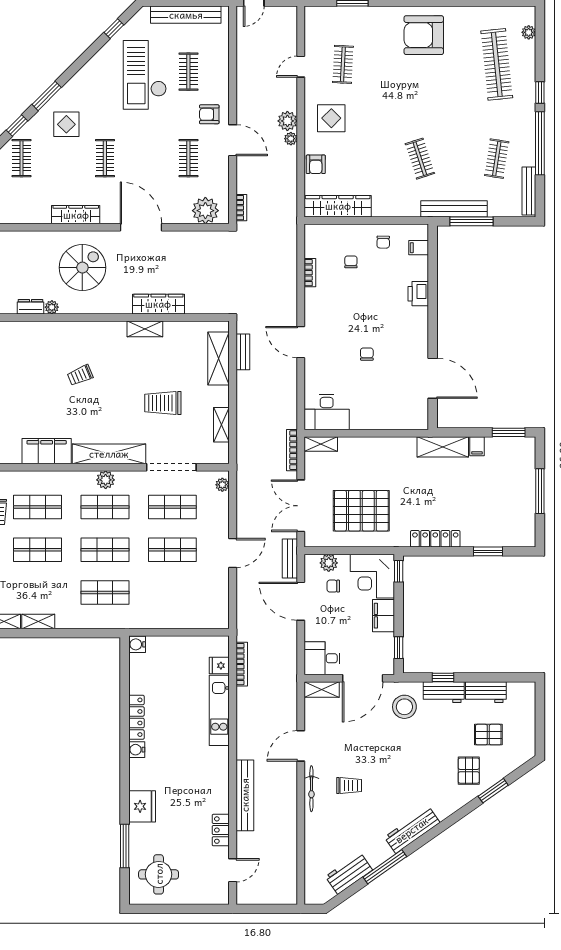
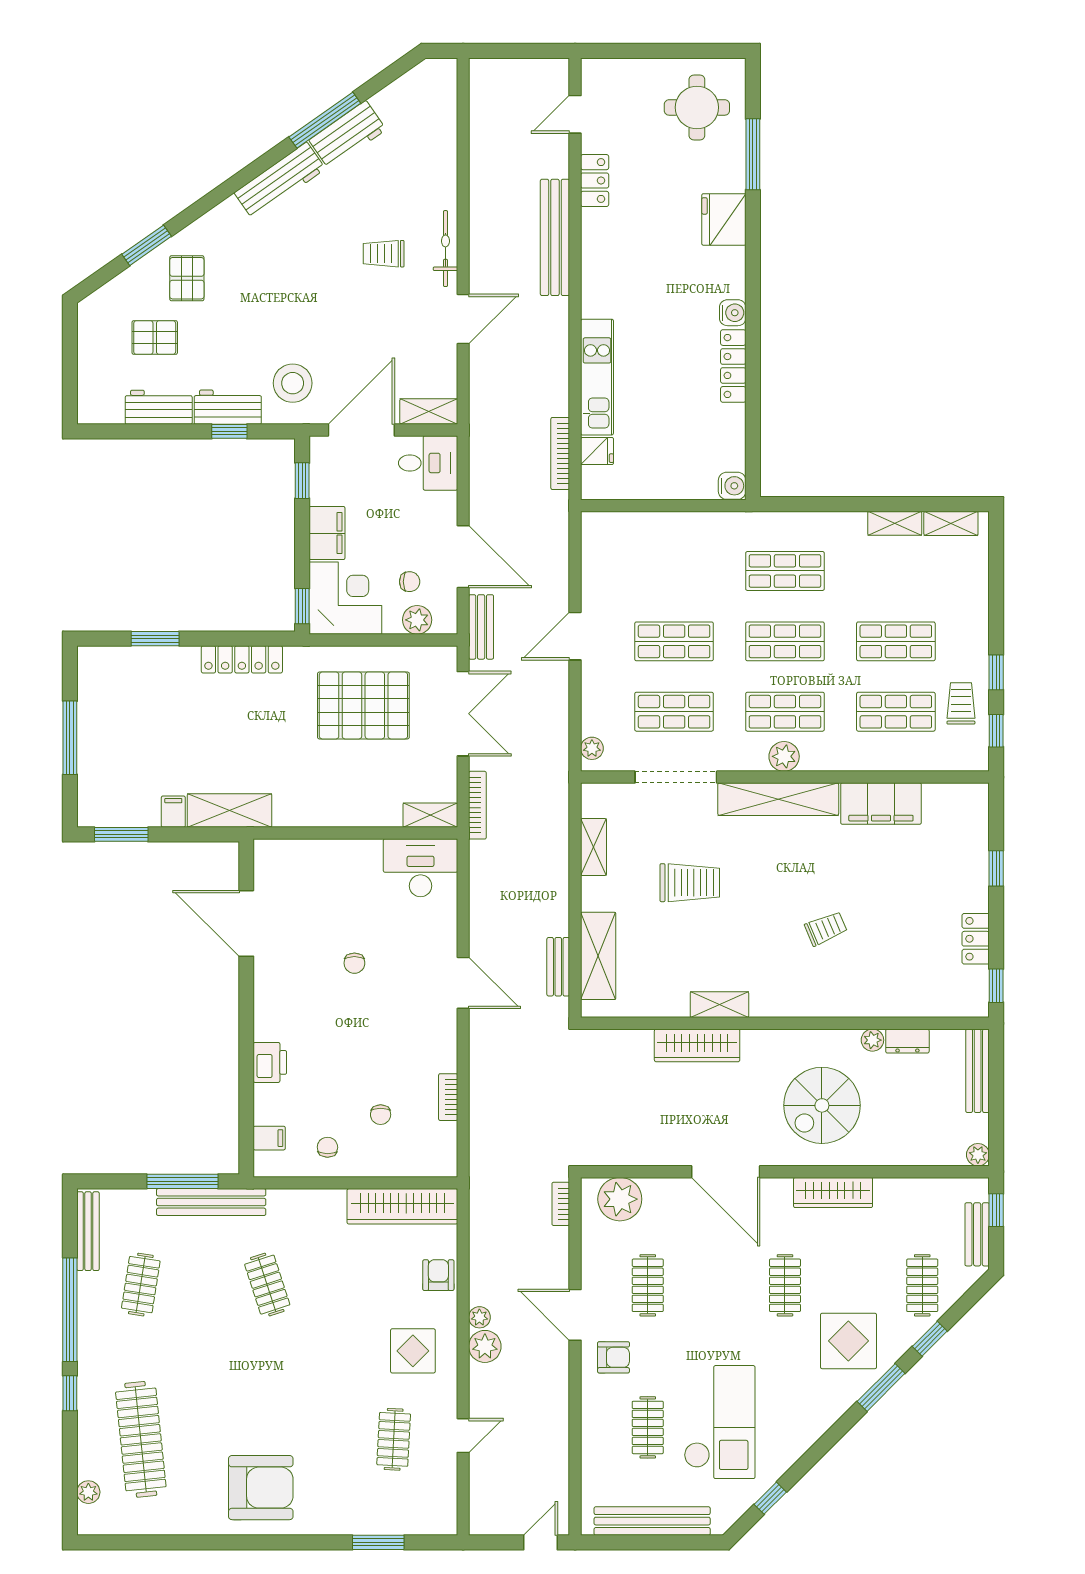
display table: (66, 124) -> (848, 1341), width x1.36, depth x1.36
workbench: (349, 873) -> (348, 135), moved

